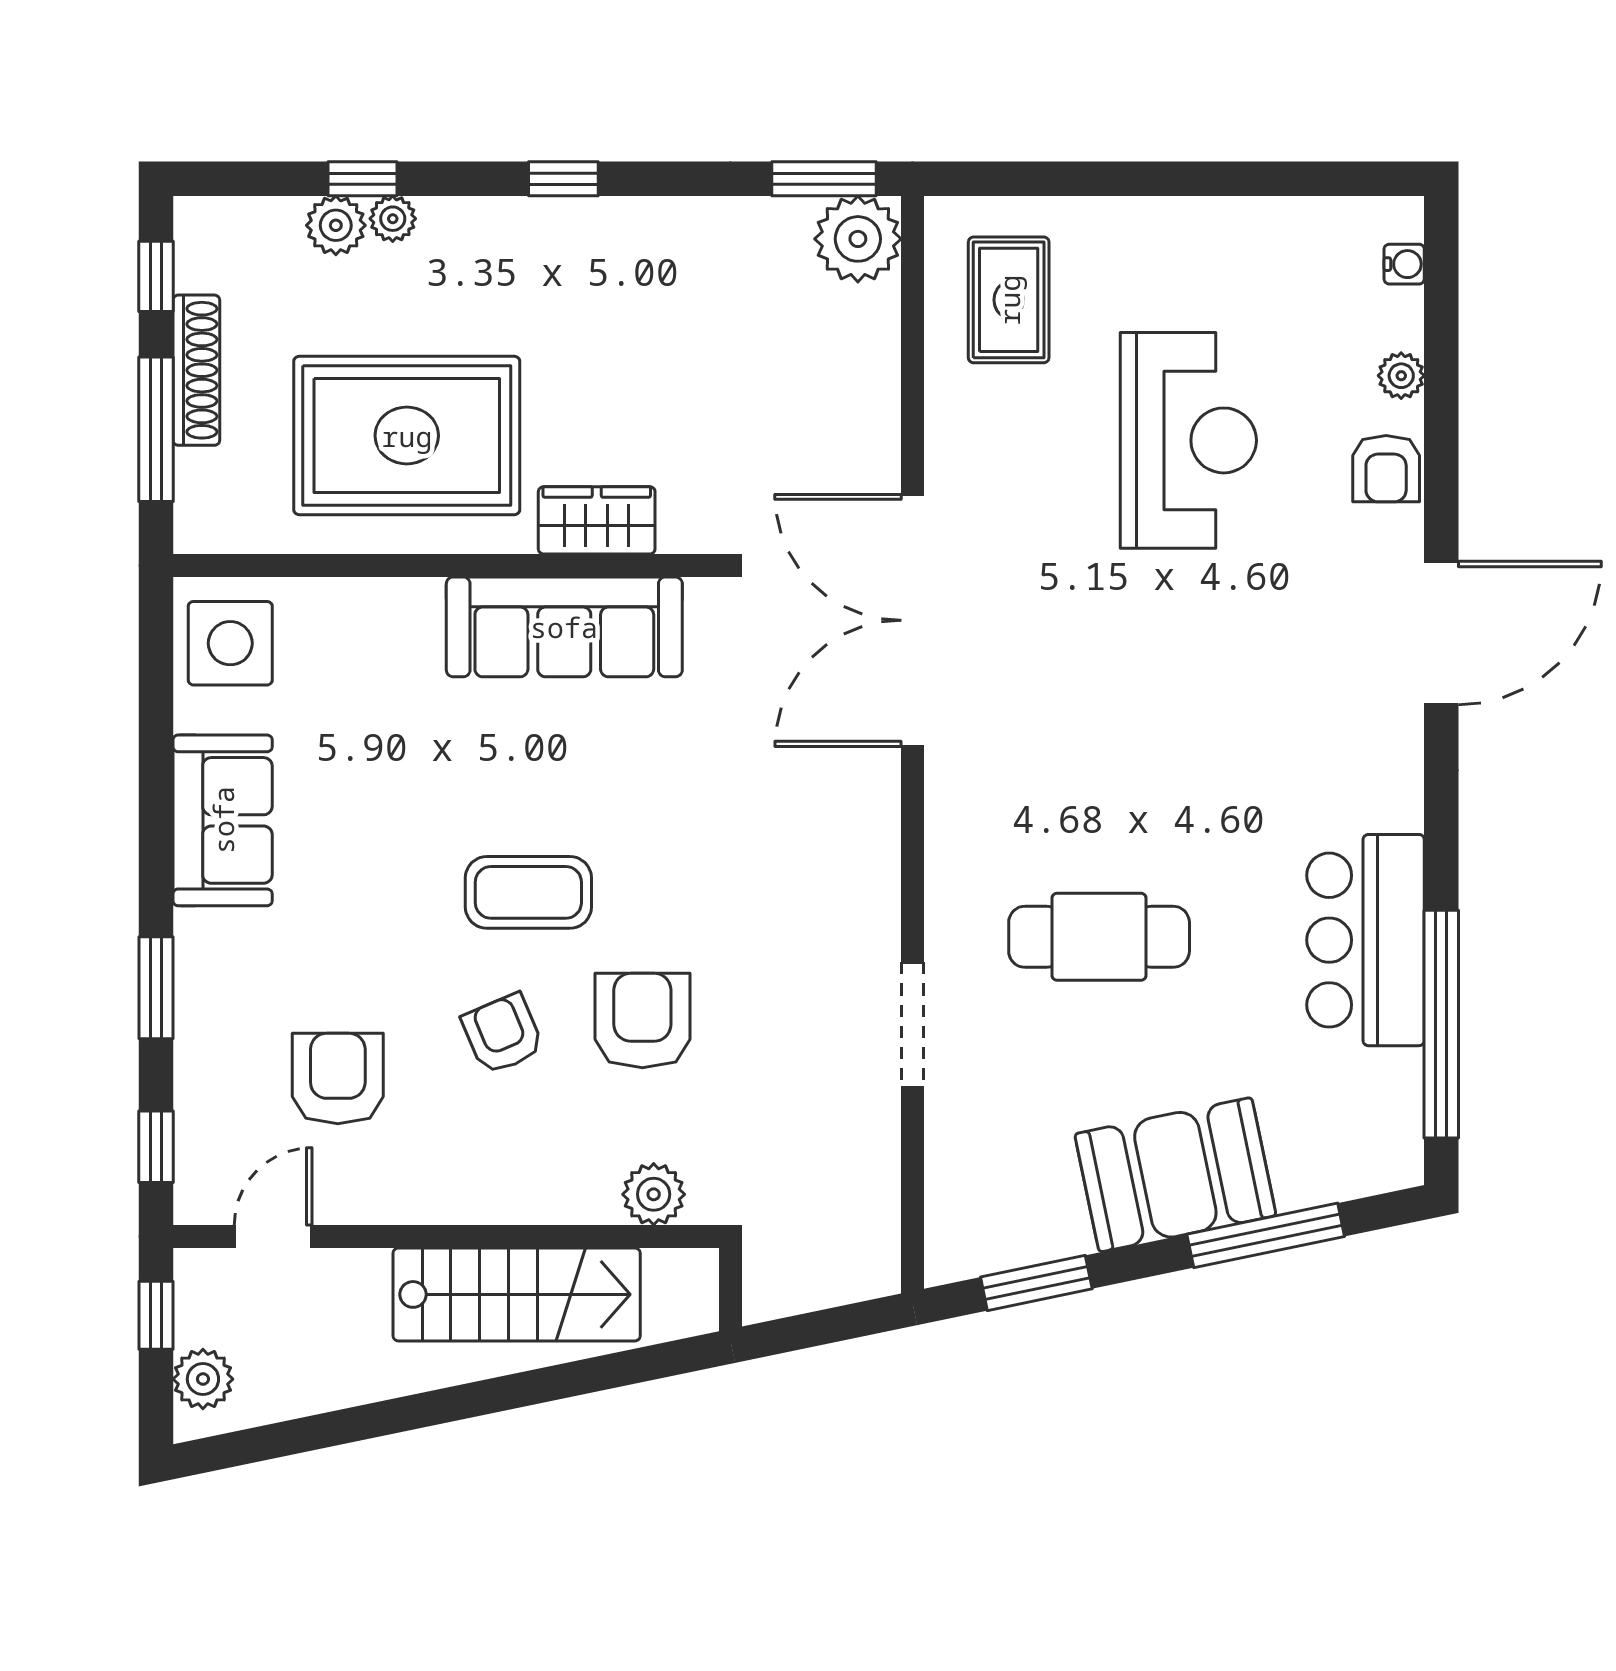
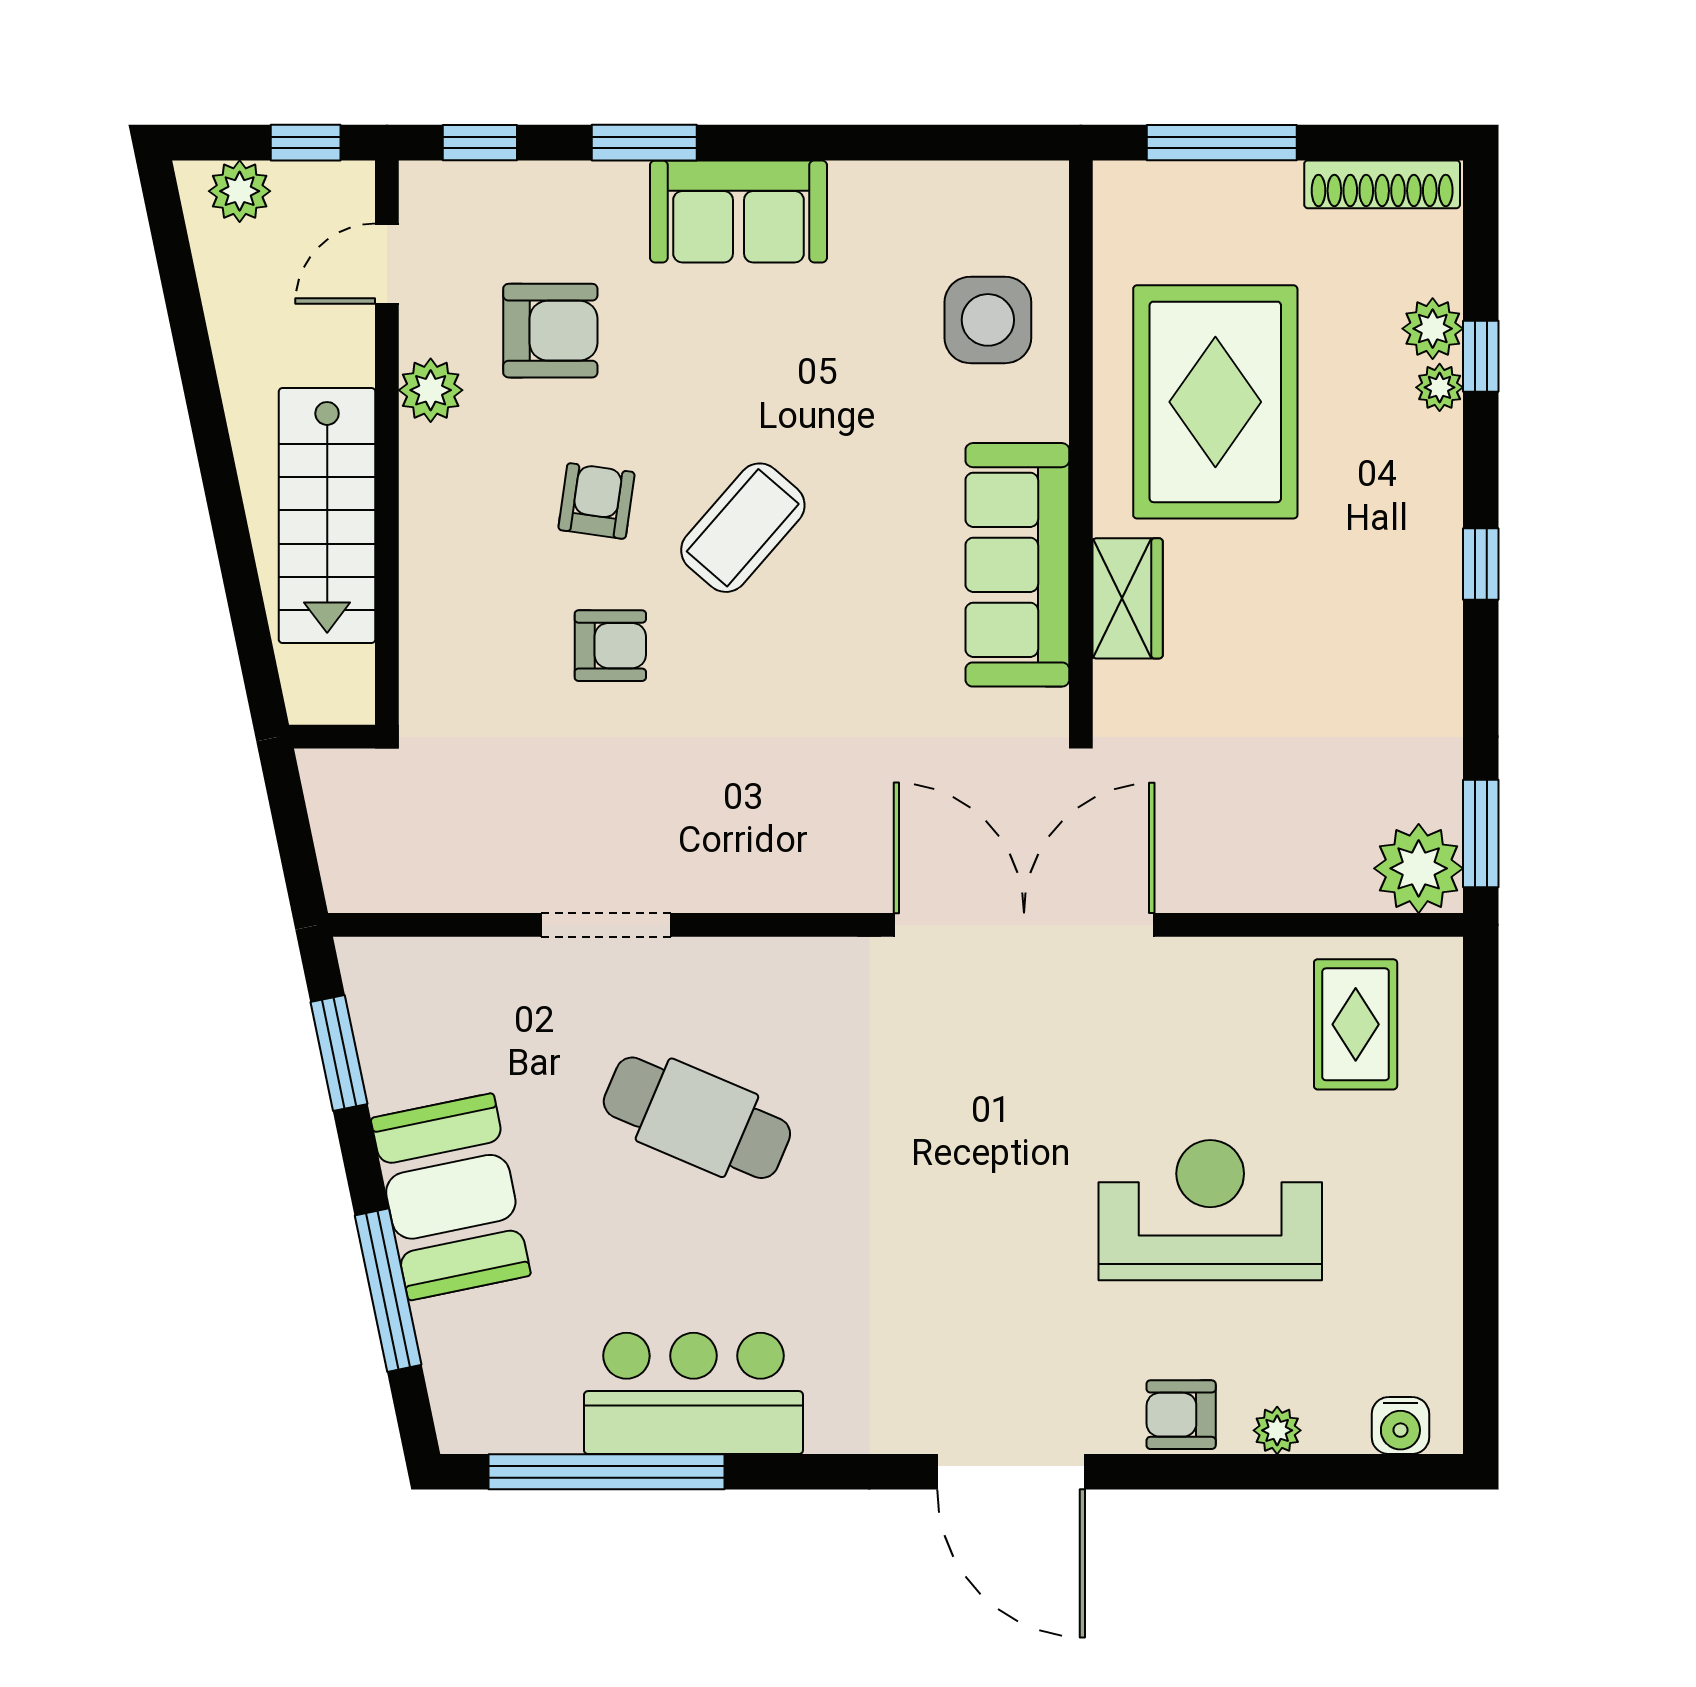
water cooler: (1404, 264) -> (1400, 1426), width x1.38, depth x1.38
window: (156, 276) -> (1380, 143), removed
rug: (1009, 300) -> (1356, 1024), turned 90
shoe rack: (196, 370) -> (1382, 184), moved
reception desk: (1188, 440) -> (1210, 1210), turned 180
side table: (230, 643) -> (988, 320), moved
sofa: (223, 820) -> (739, 211), moved
coffee table: (528, 892) -> (743, 528), turned 41
cafe table: (1099, 937) -> (697, 1118), turned -67
armchair: (642, 1021) -> (610, 646), width x0.72, depth x0.72
armchair: (503, 1034) -> (596, 501), turned -59
plant: (654, 1194) -> (431, 390), moved
door: (273, 1237) -> (387, 264), swing flipped

